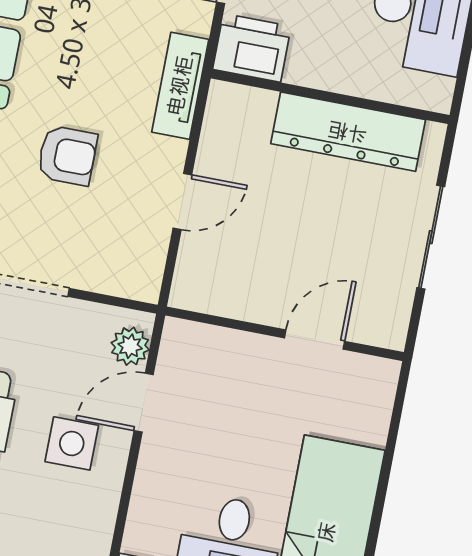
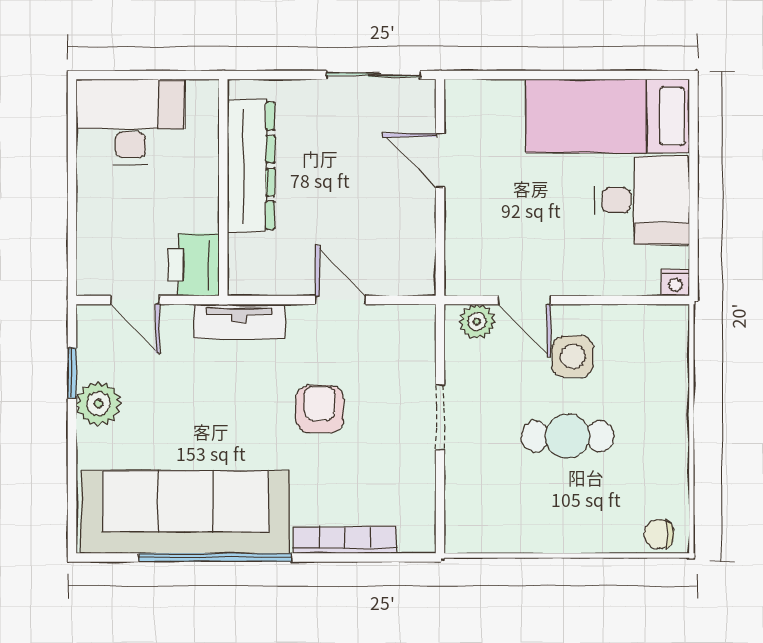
sliding door: (431, 237) -> (374, 75), moved

